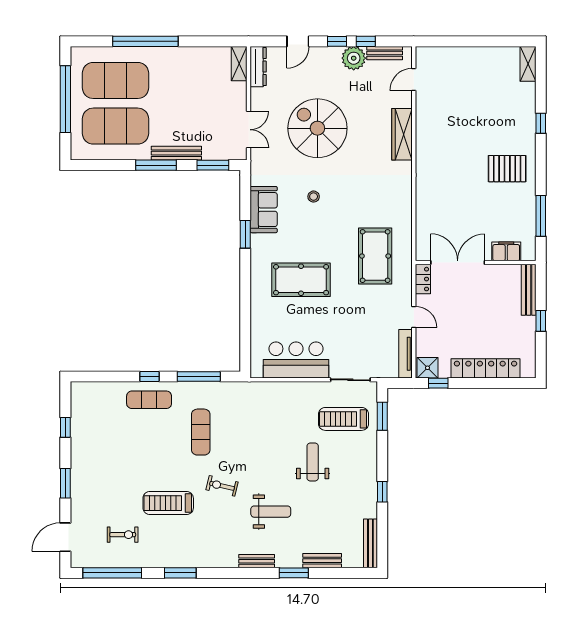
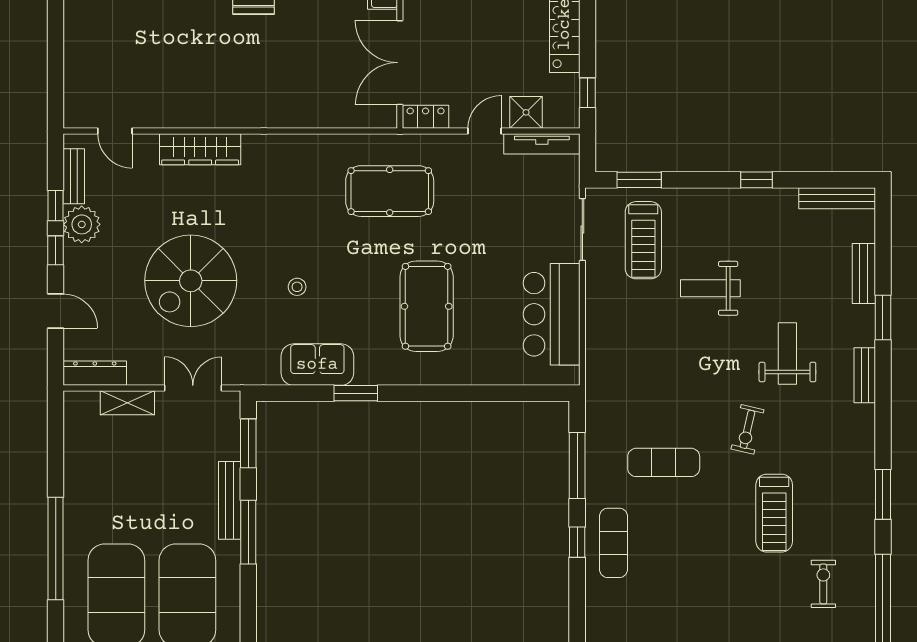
shelving: (239, 64) -> (127, 403), moved
shower: (427, 368) -> (526, 112), moved

